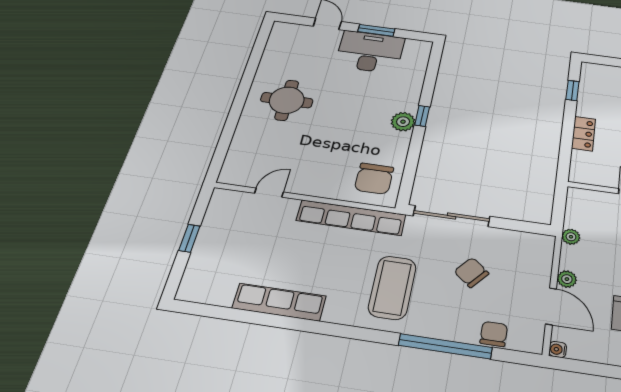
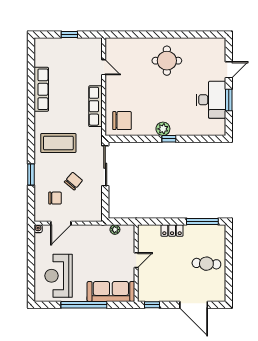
window: (572, 90) -> (202, 222), width x2.17
chair: (374, 179) -> (122, 121), turned 180
row of seats: (351, 218) -> (96, 106), width x0.73
plant: (571, 237) -> (115, 230), moved
plant: (567, 279) -> (78, 230), removed
chair: (494, 334) -> (55, 198), moved
window: (445, 346) -> (31, 174), width x0.47

